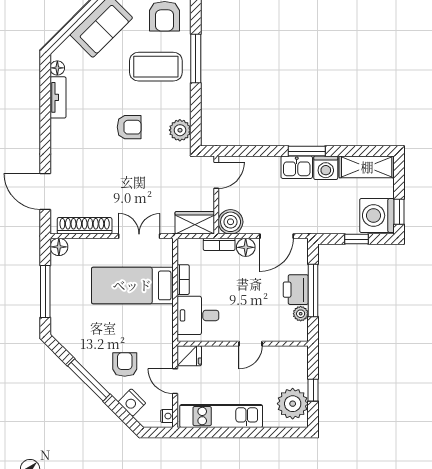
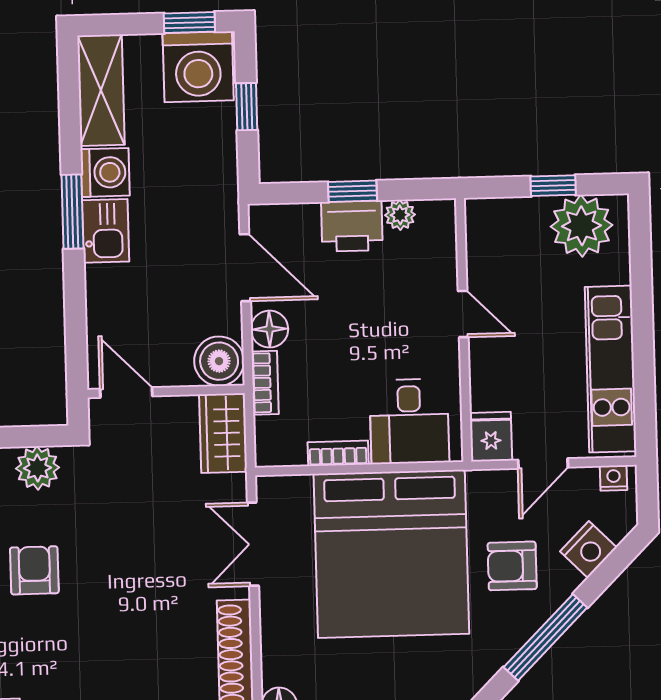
bed: (132, 285) -> (391, 554), width x2.04
window: (313, 290) -> (353, 191), width x0.46

